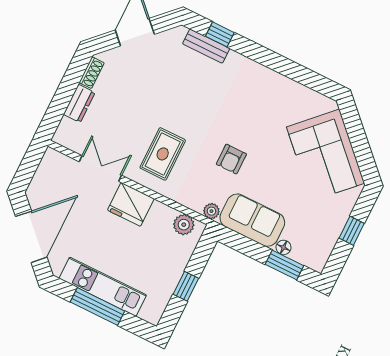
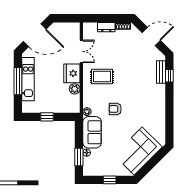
plant: (184, 225) -> (75, 89), moved

